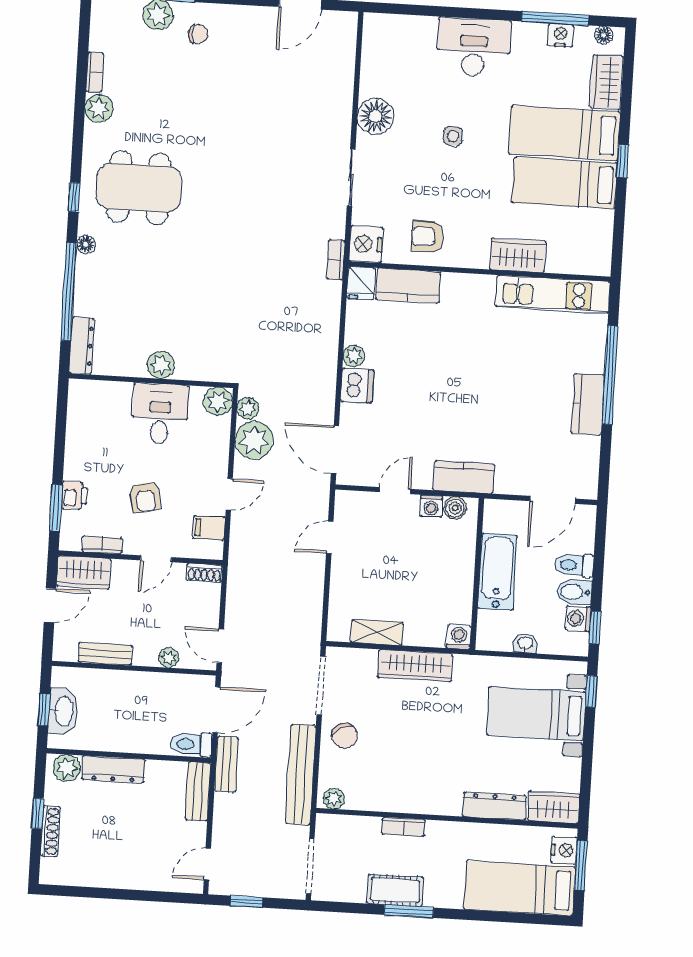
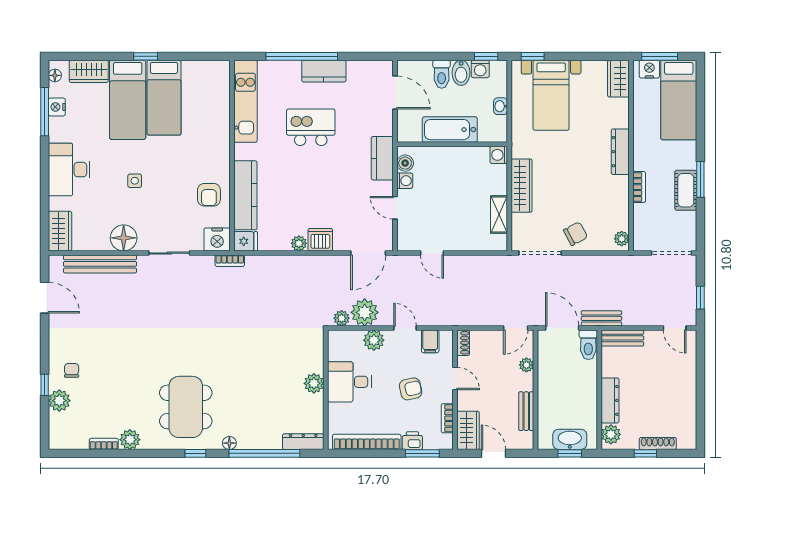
wardrobe: (518, 255) -> (60, 231), moved, turned 180
kitchen counter: (408, 286) -> (245, 195), width x1.50
kitchen island: (512, 382) -> (311, 127), added
plant: (218, 402) -> (374, 340), moved
bookcase: (76, 433) -> (367, 442), added
bench: (301, 775) -> (100, 264), moved
dresser: (495, 806) -> (620, 152), moved

